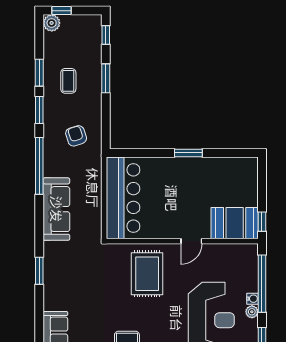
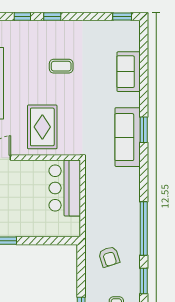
bar counter: (123, 198) -> (65, 188), width x0.73
sofa: (56, 209) -> (128, 137), moved

